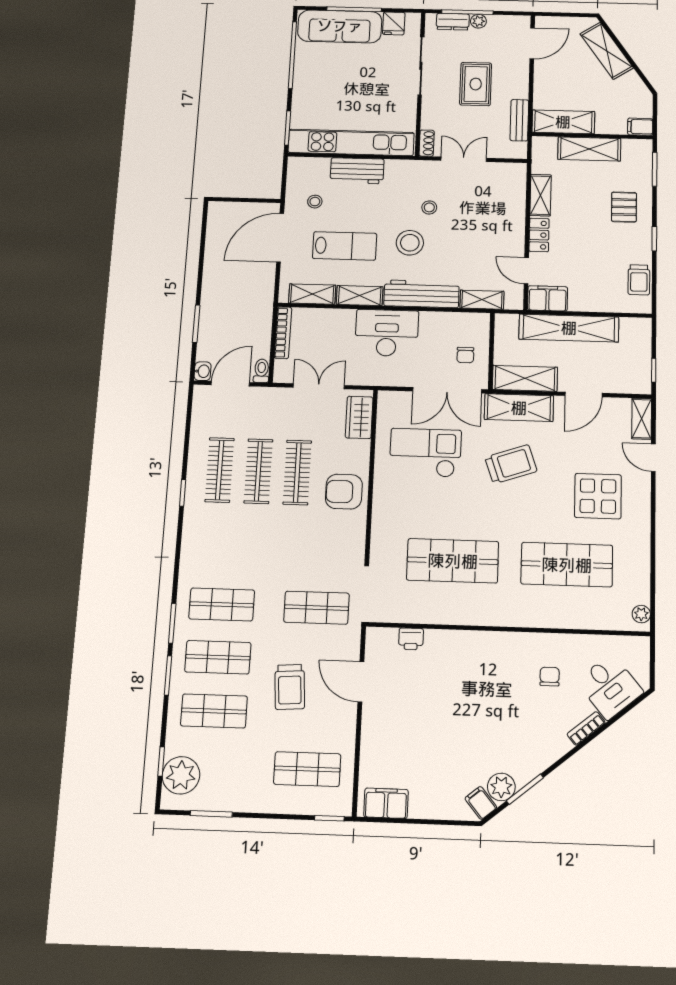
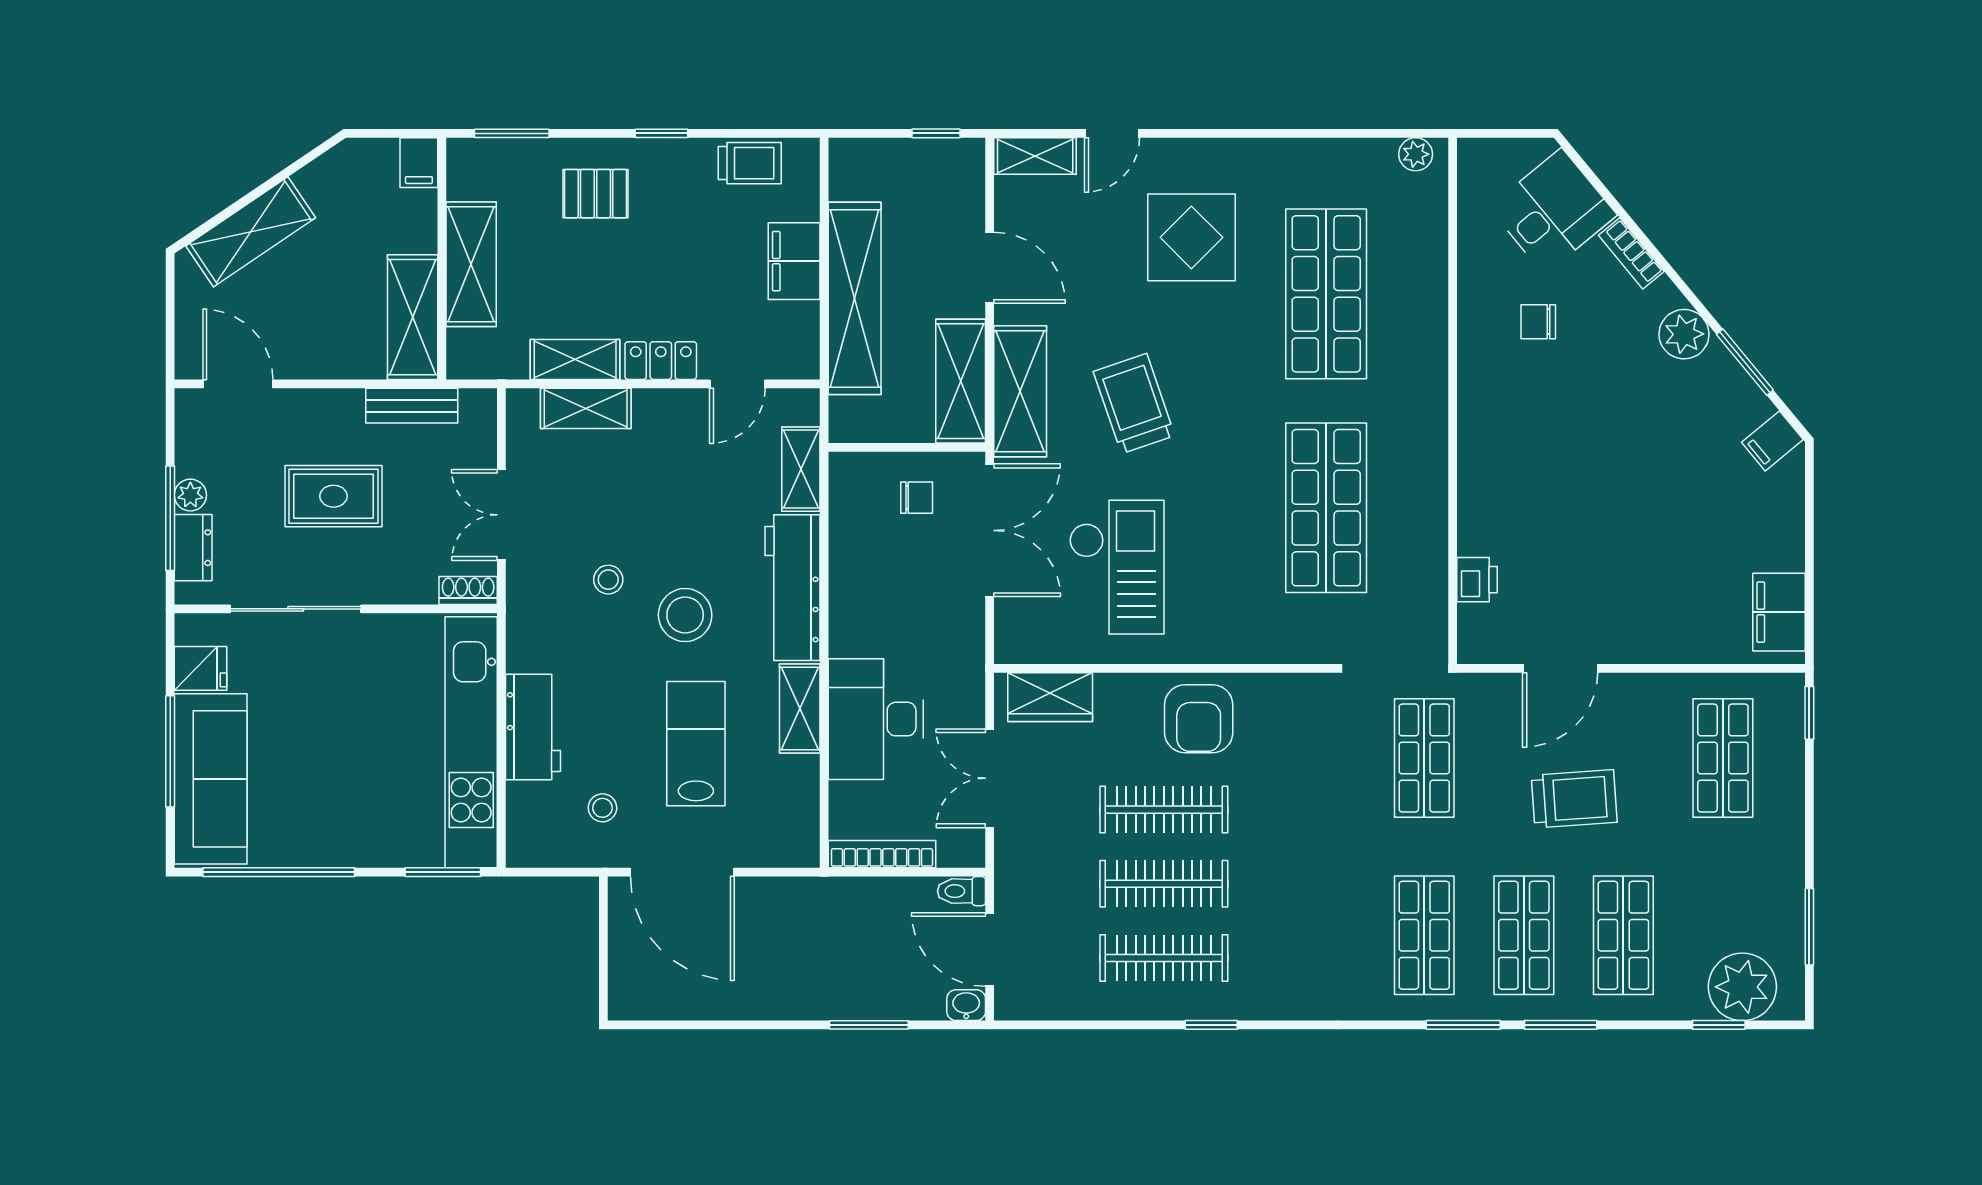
shelving: (312, 294) -> (586, 408), moved, turned 90
filing cabinet: (548, 298) -> (794, 261), moved
desk: (387, 333) -> (876, 719), moved
checkout: (425, 453) -> (1117, 567), turned 180
plant: (501, 787) -> (1684, 334), moved

